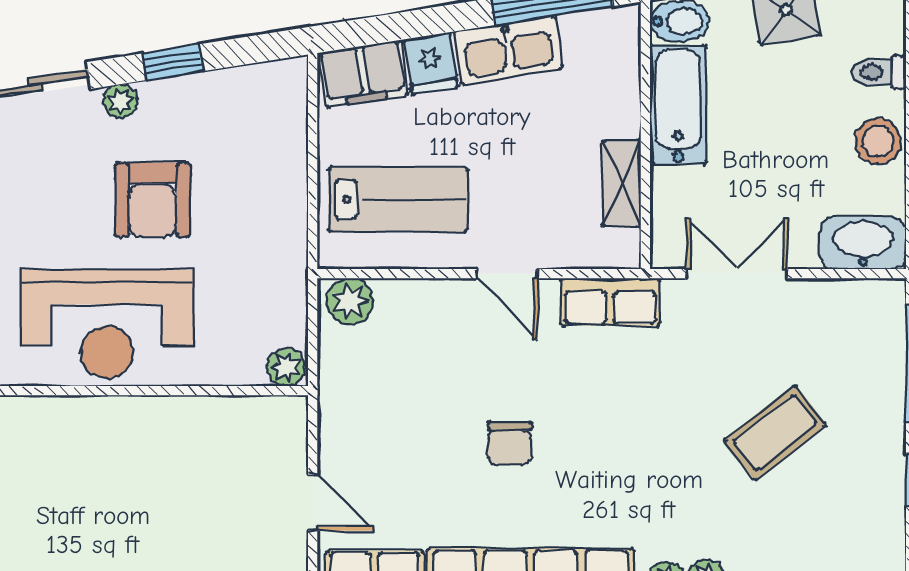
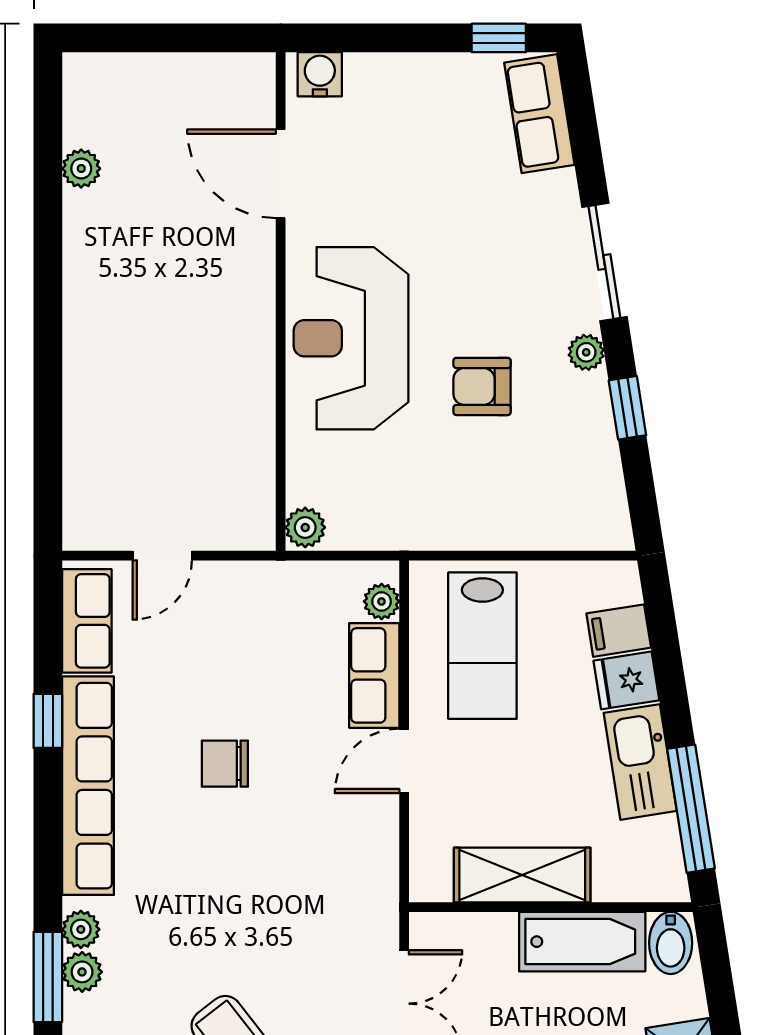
filing cabinet: (363, 74) -> (619, 631), width x0.50
shelving: (622, 183) -> (522, 875), width x1.50, depth x1.33
armchair: (153, 200) -> (482, 386), width x0.72, depth x0.72
plant: (350, 301) -> (382, 601), width x0.73, depth x0.73
row of seats: (610, 302) -> (374, 675), moved

